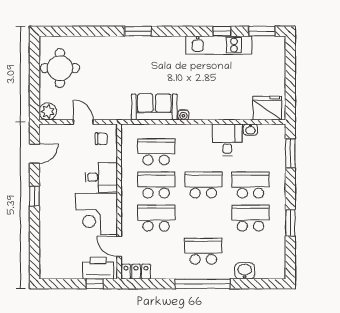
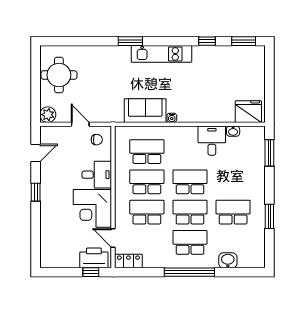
kitchen unit: (219, 45) -> (161, 54), moved
school desk: (250, 185) -> (190, 212), moved

